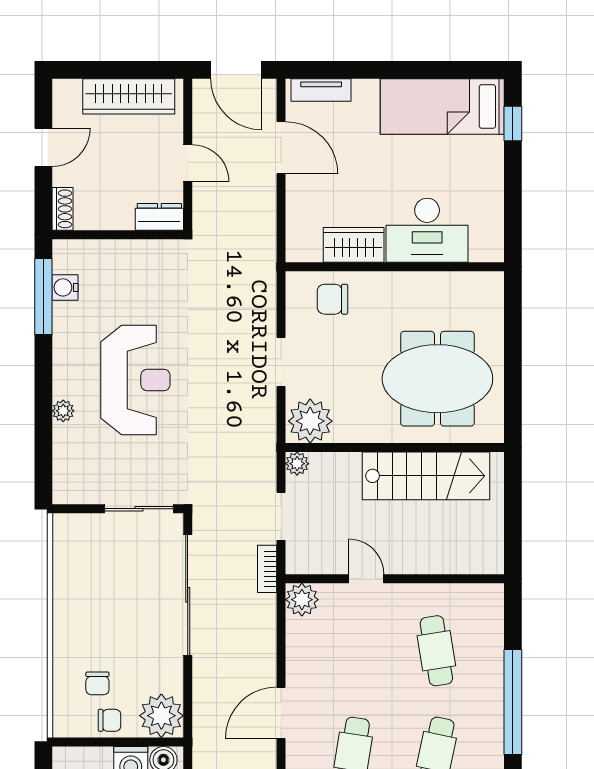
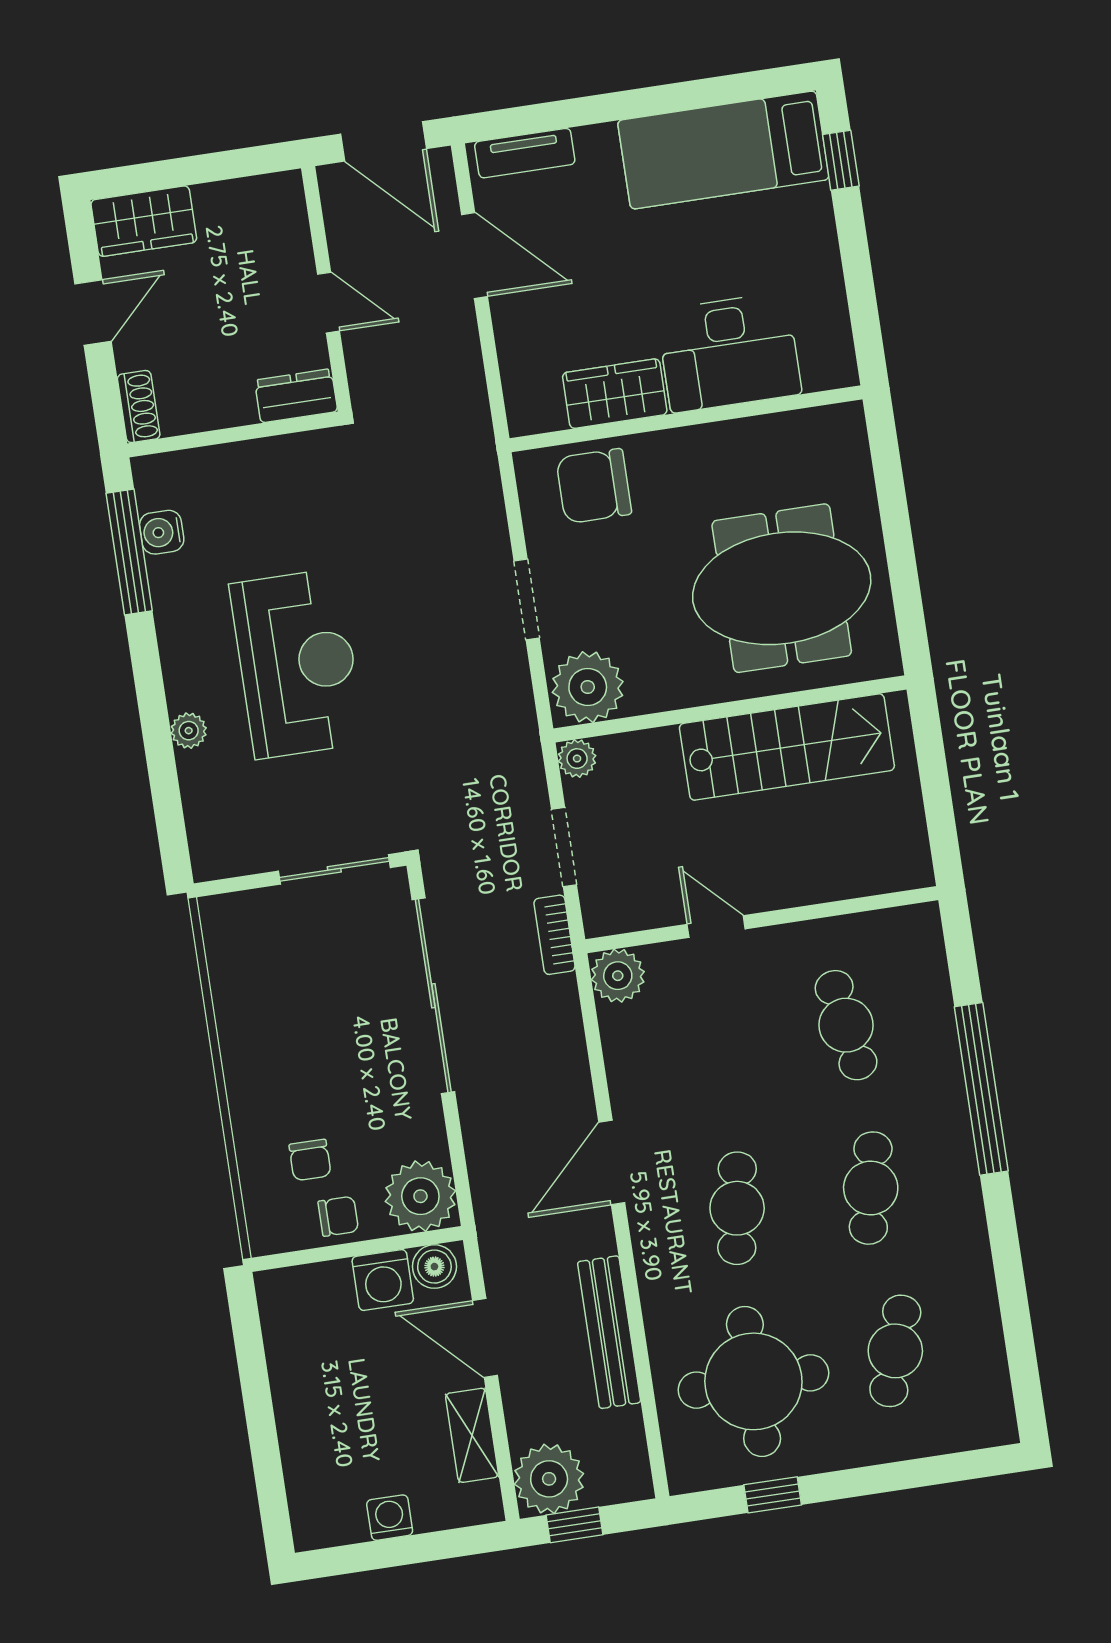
wardrobe: (129, 96) -> (144, 221), moved, width x0.67
chair: (332, 299) -> (594, 486), width x1.37, depth x1.37

